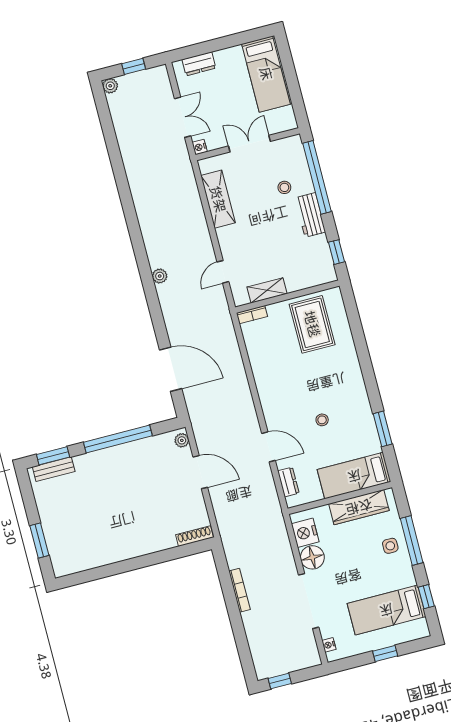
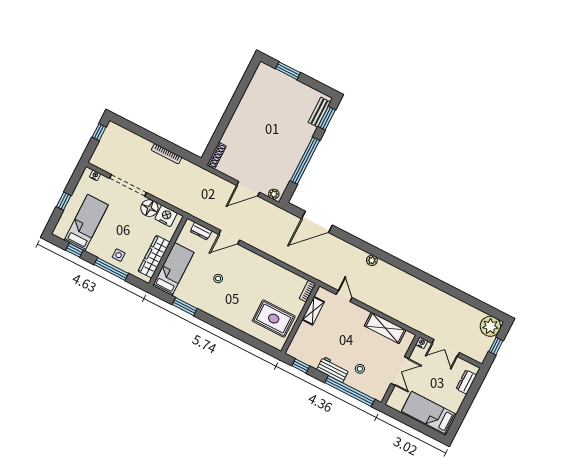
plant: (110, 86) -> (490, 326), width x1.88, depth x1.88

